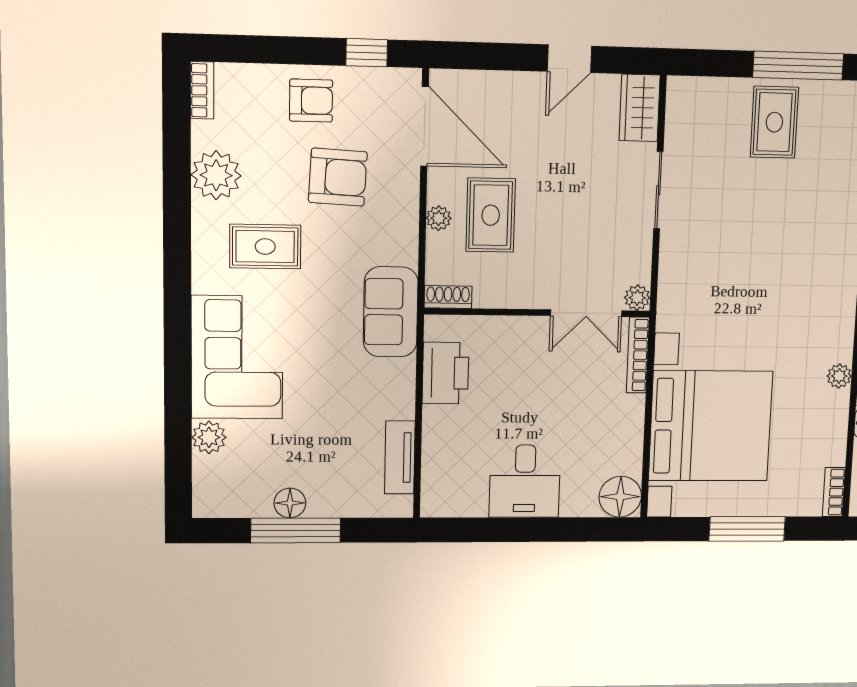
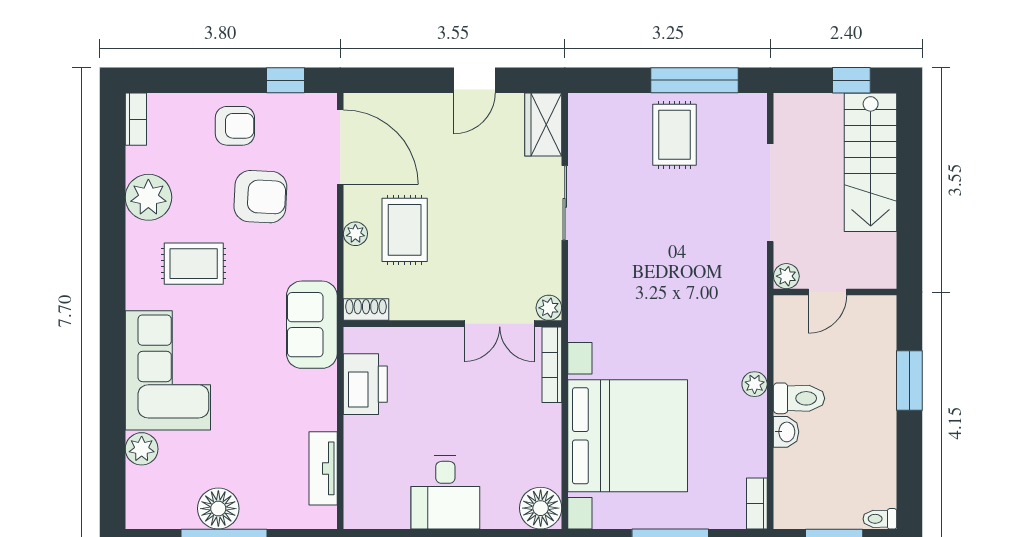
floor lamp: (290, 503) -> (218, 509), width x1.38, depth x1.38

